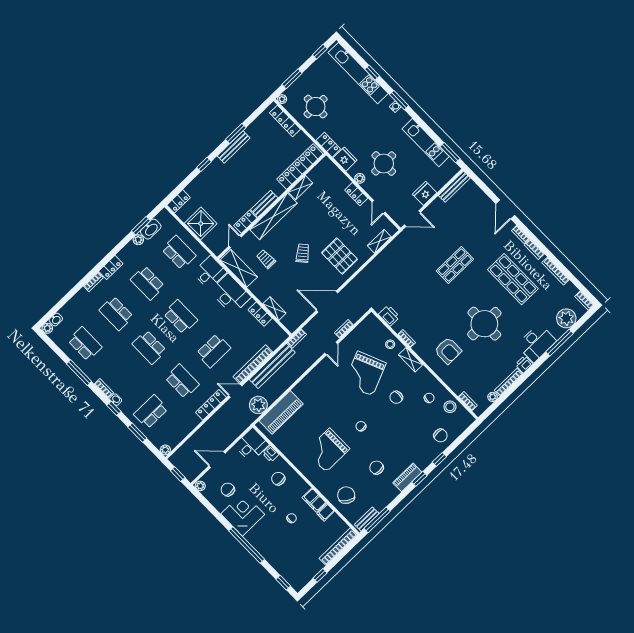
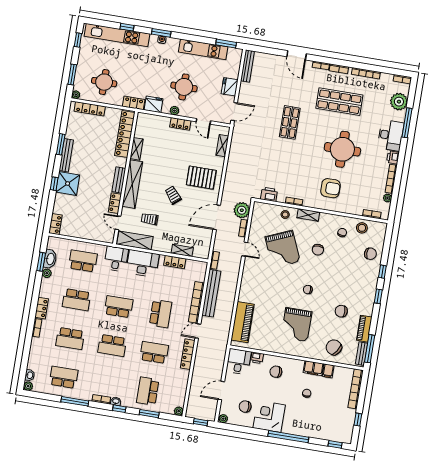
shower: (201, 223) -> (68, 184), moved
plant: (258, 405) -> (242, 210), moved
piano: (407, 477) -> (364, 329), moved

